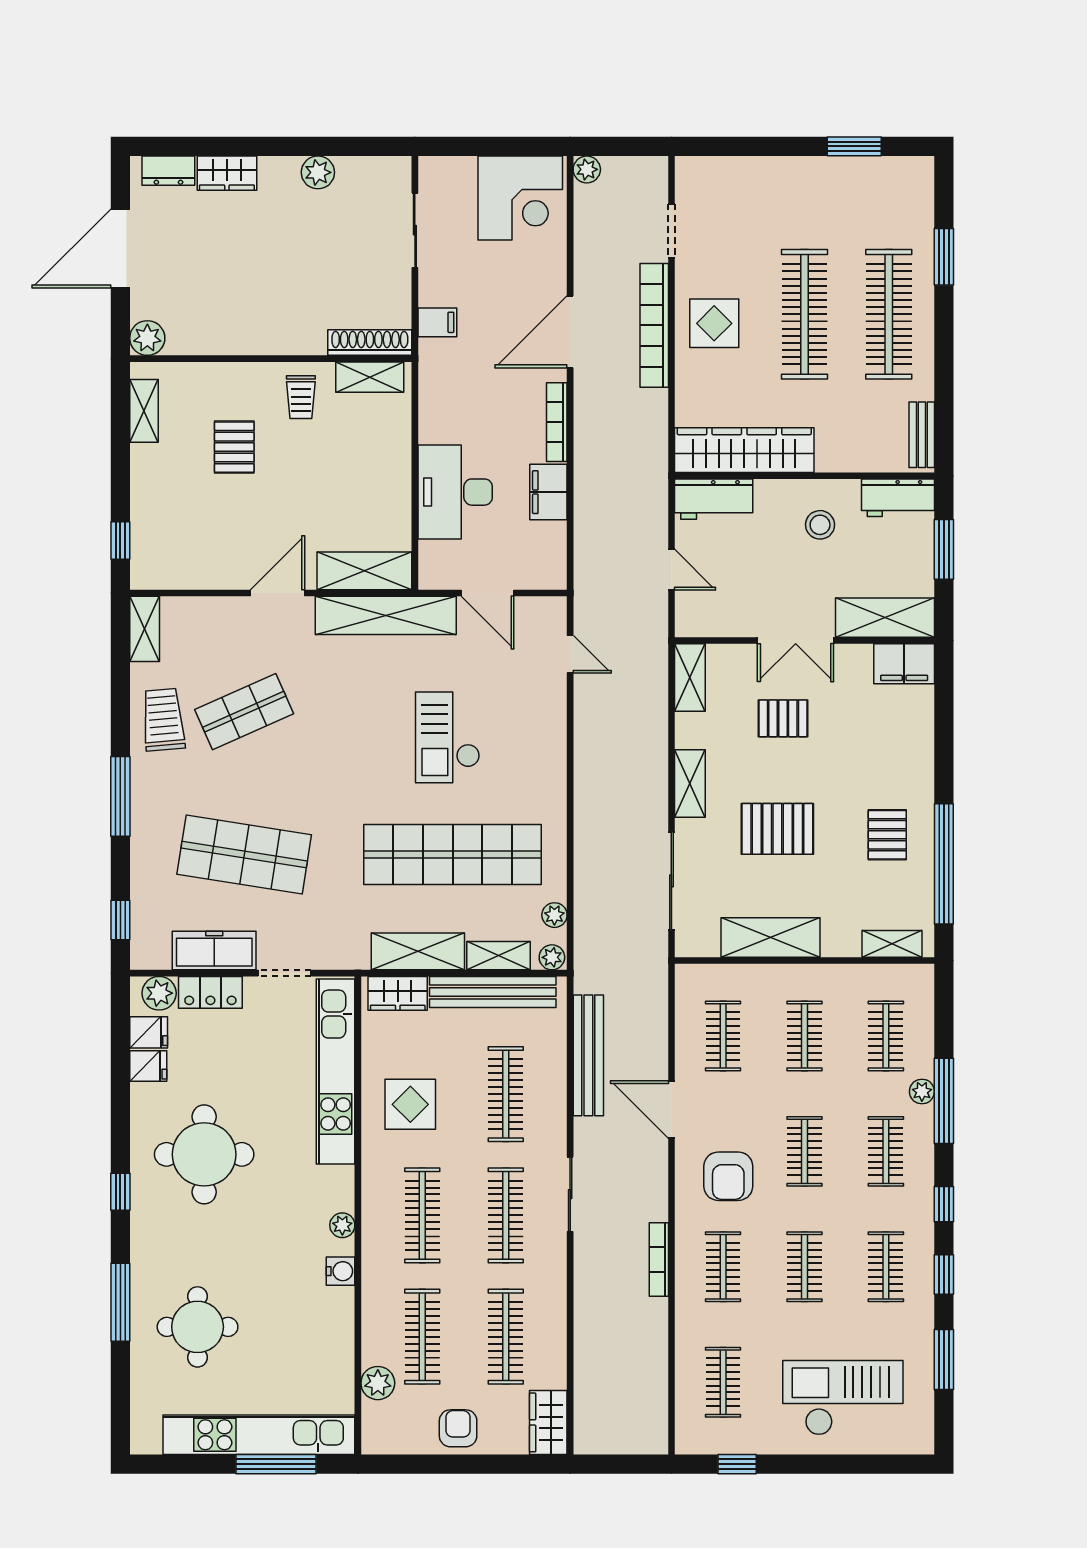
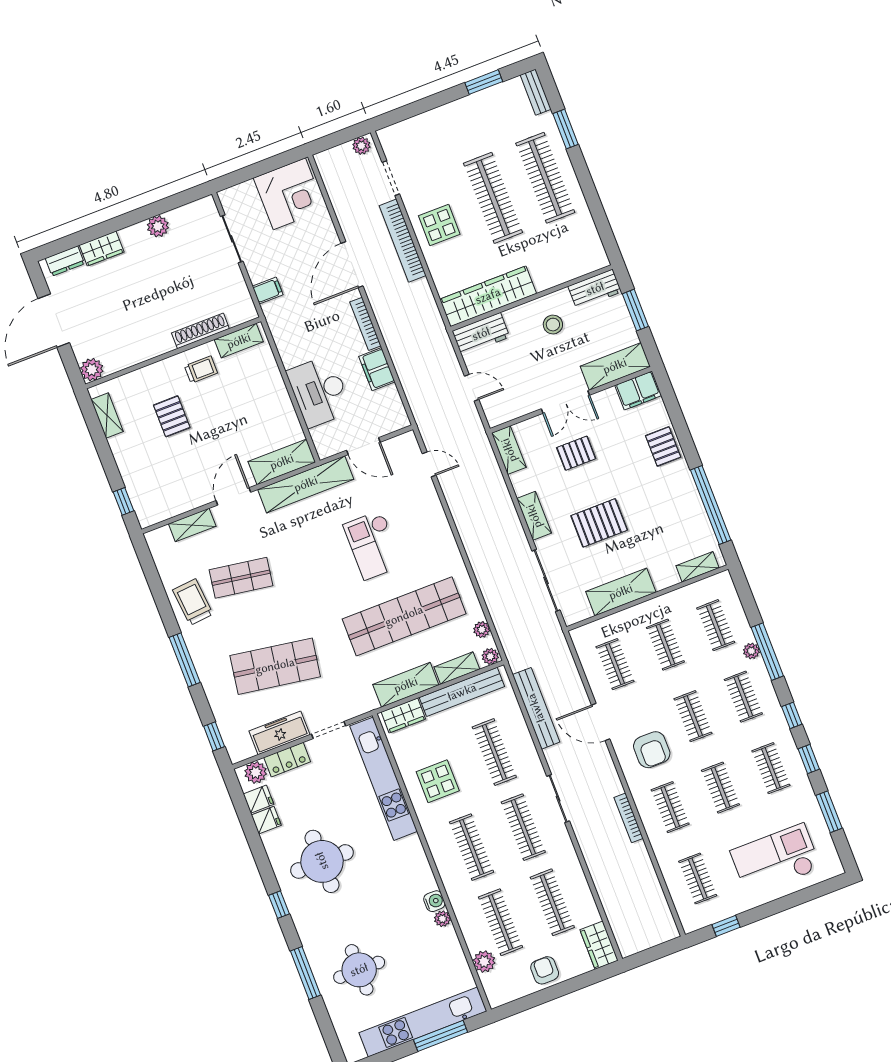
plant: (587, 169) -> (361, 146), moved
shoe rack: (370, 343) -> (200, 331), moved
trolley: (301, 397) -> (201, 370), turned -90
bench: (922, 435) -> (536, 92), moved
shelving: (145, 629) -> (192, 525), moved, turned 90
shop shelf: (244, 712) -> (241, 578), turned 33
pallet: (887, 835) -> (663, 446), moved
plant: (342, 1225) -> (442, 919), moved

